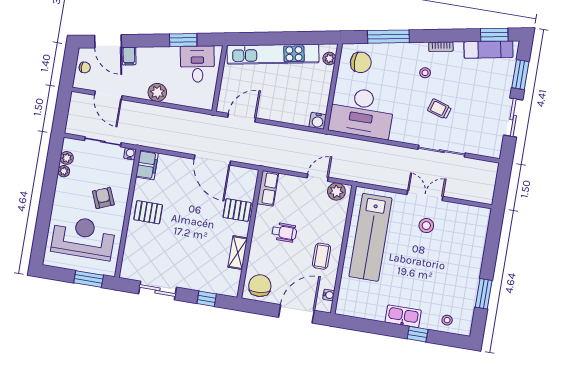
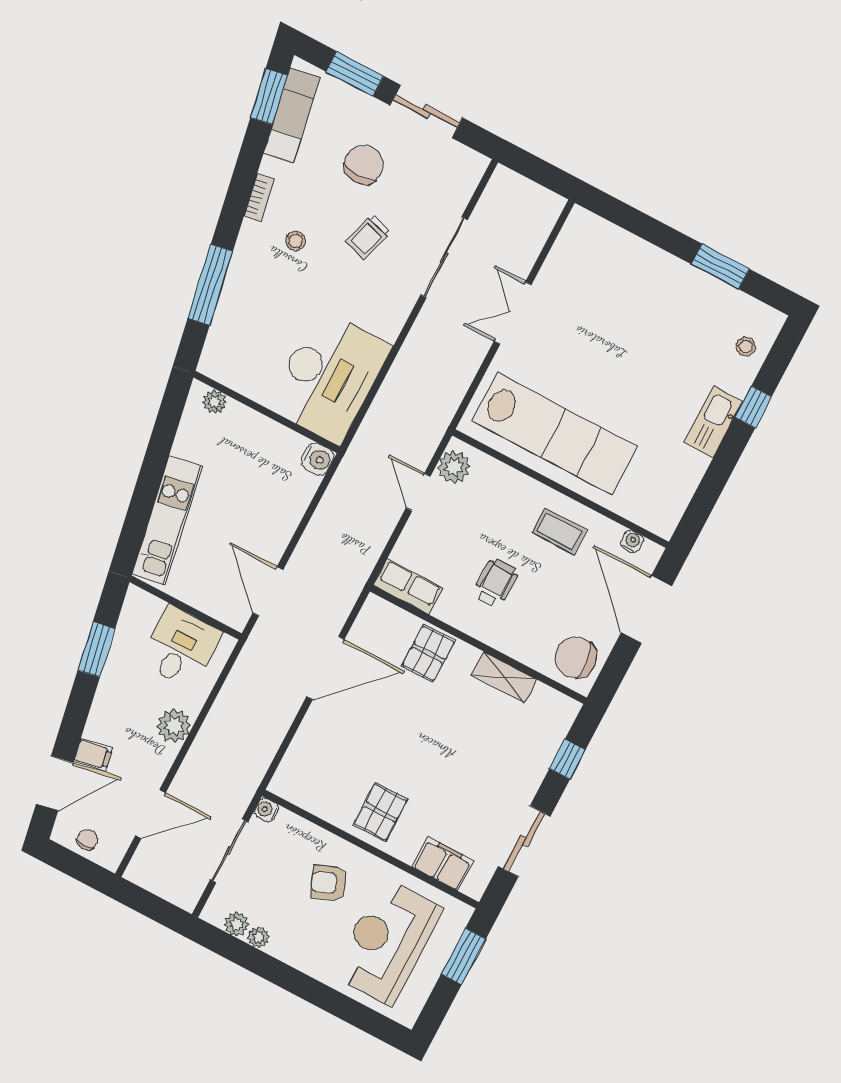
kitchen unit: (273, 54) -> (167, 521), width x0.73
chair: (361, 62) -> (364, 165), moved
desk: (197, 64) -> (181, 647), moved, turned 100
filing cabinet: (147, 165) -> (443, 864), moved
stool: (426, 226) -> (566, 328), removed

